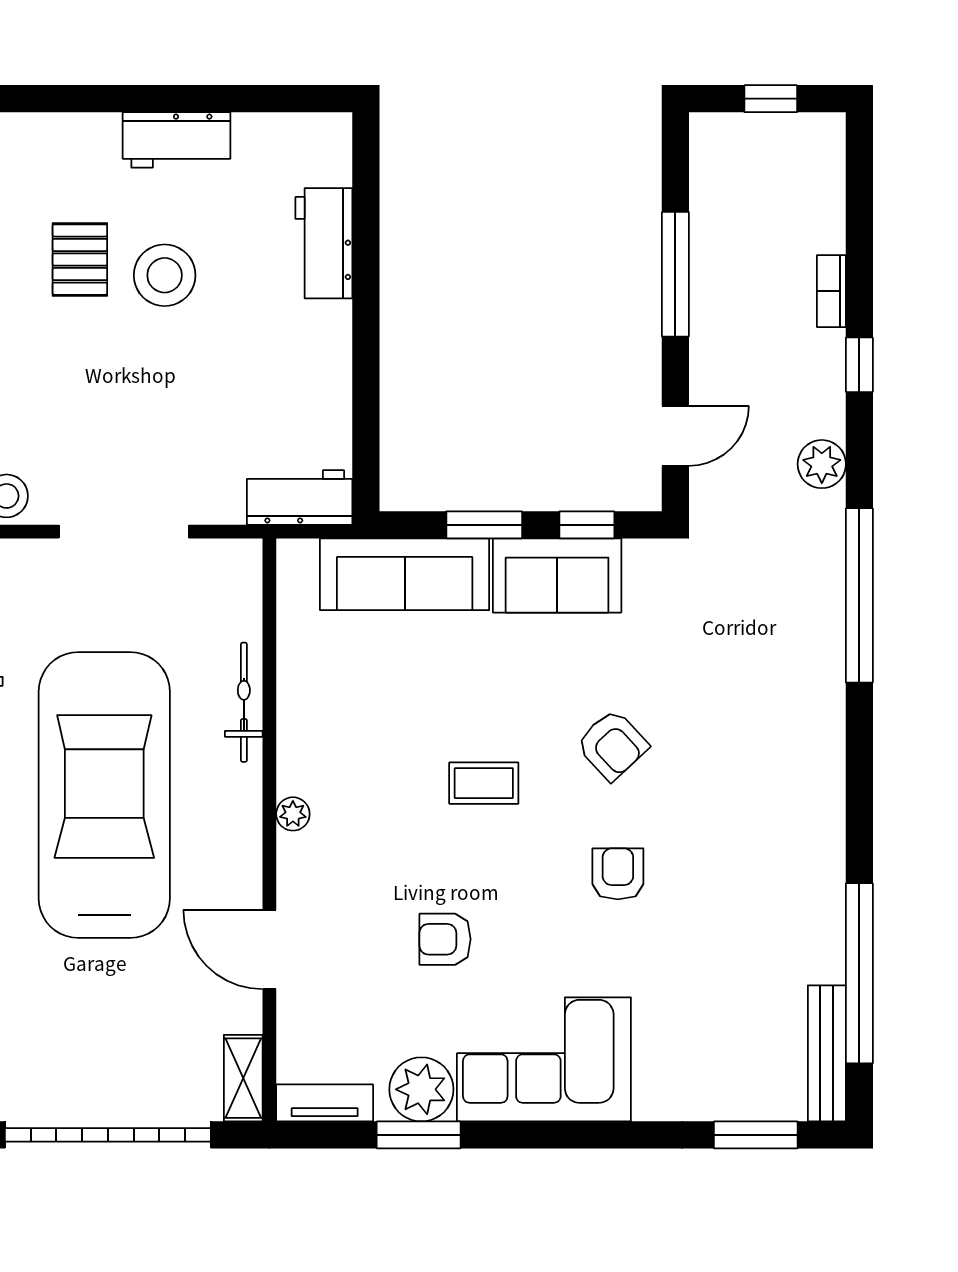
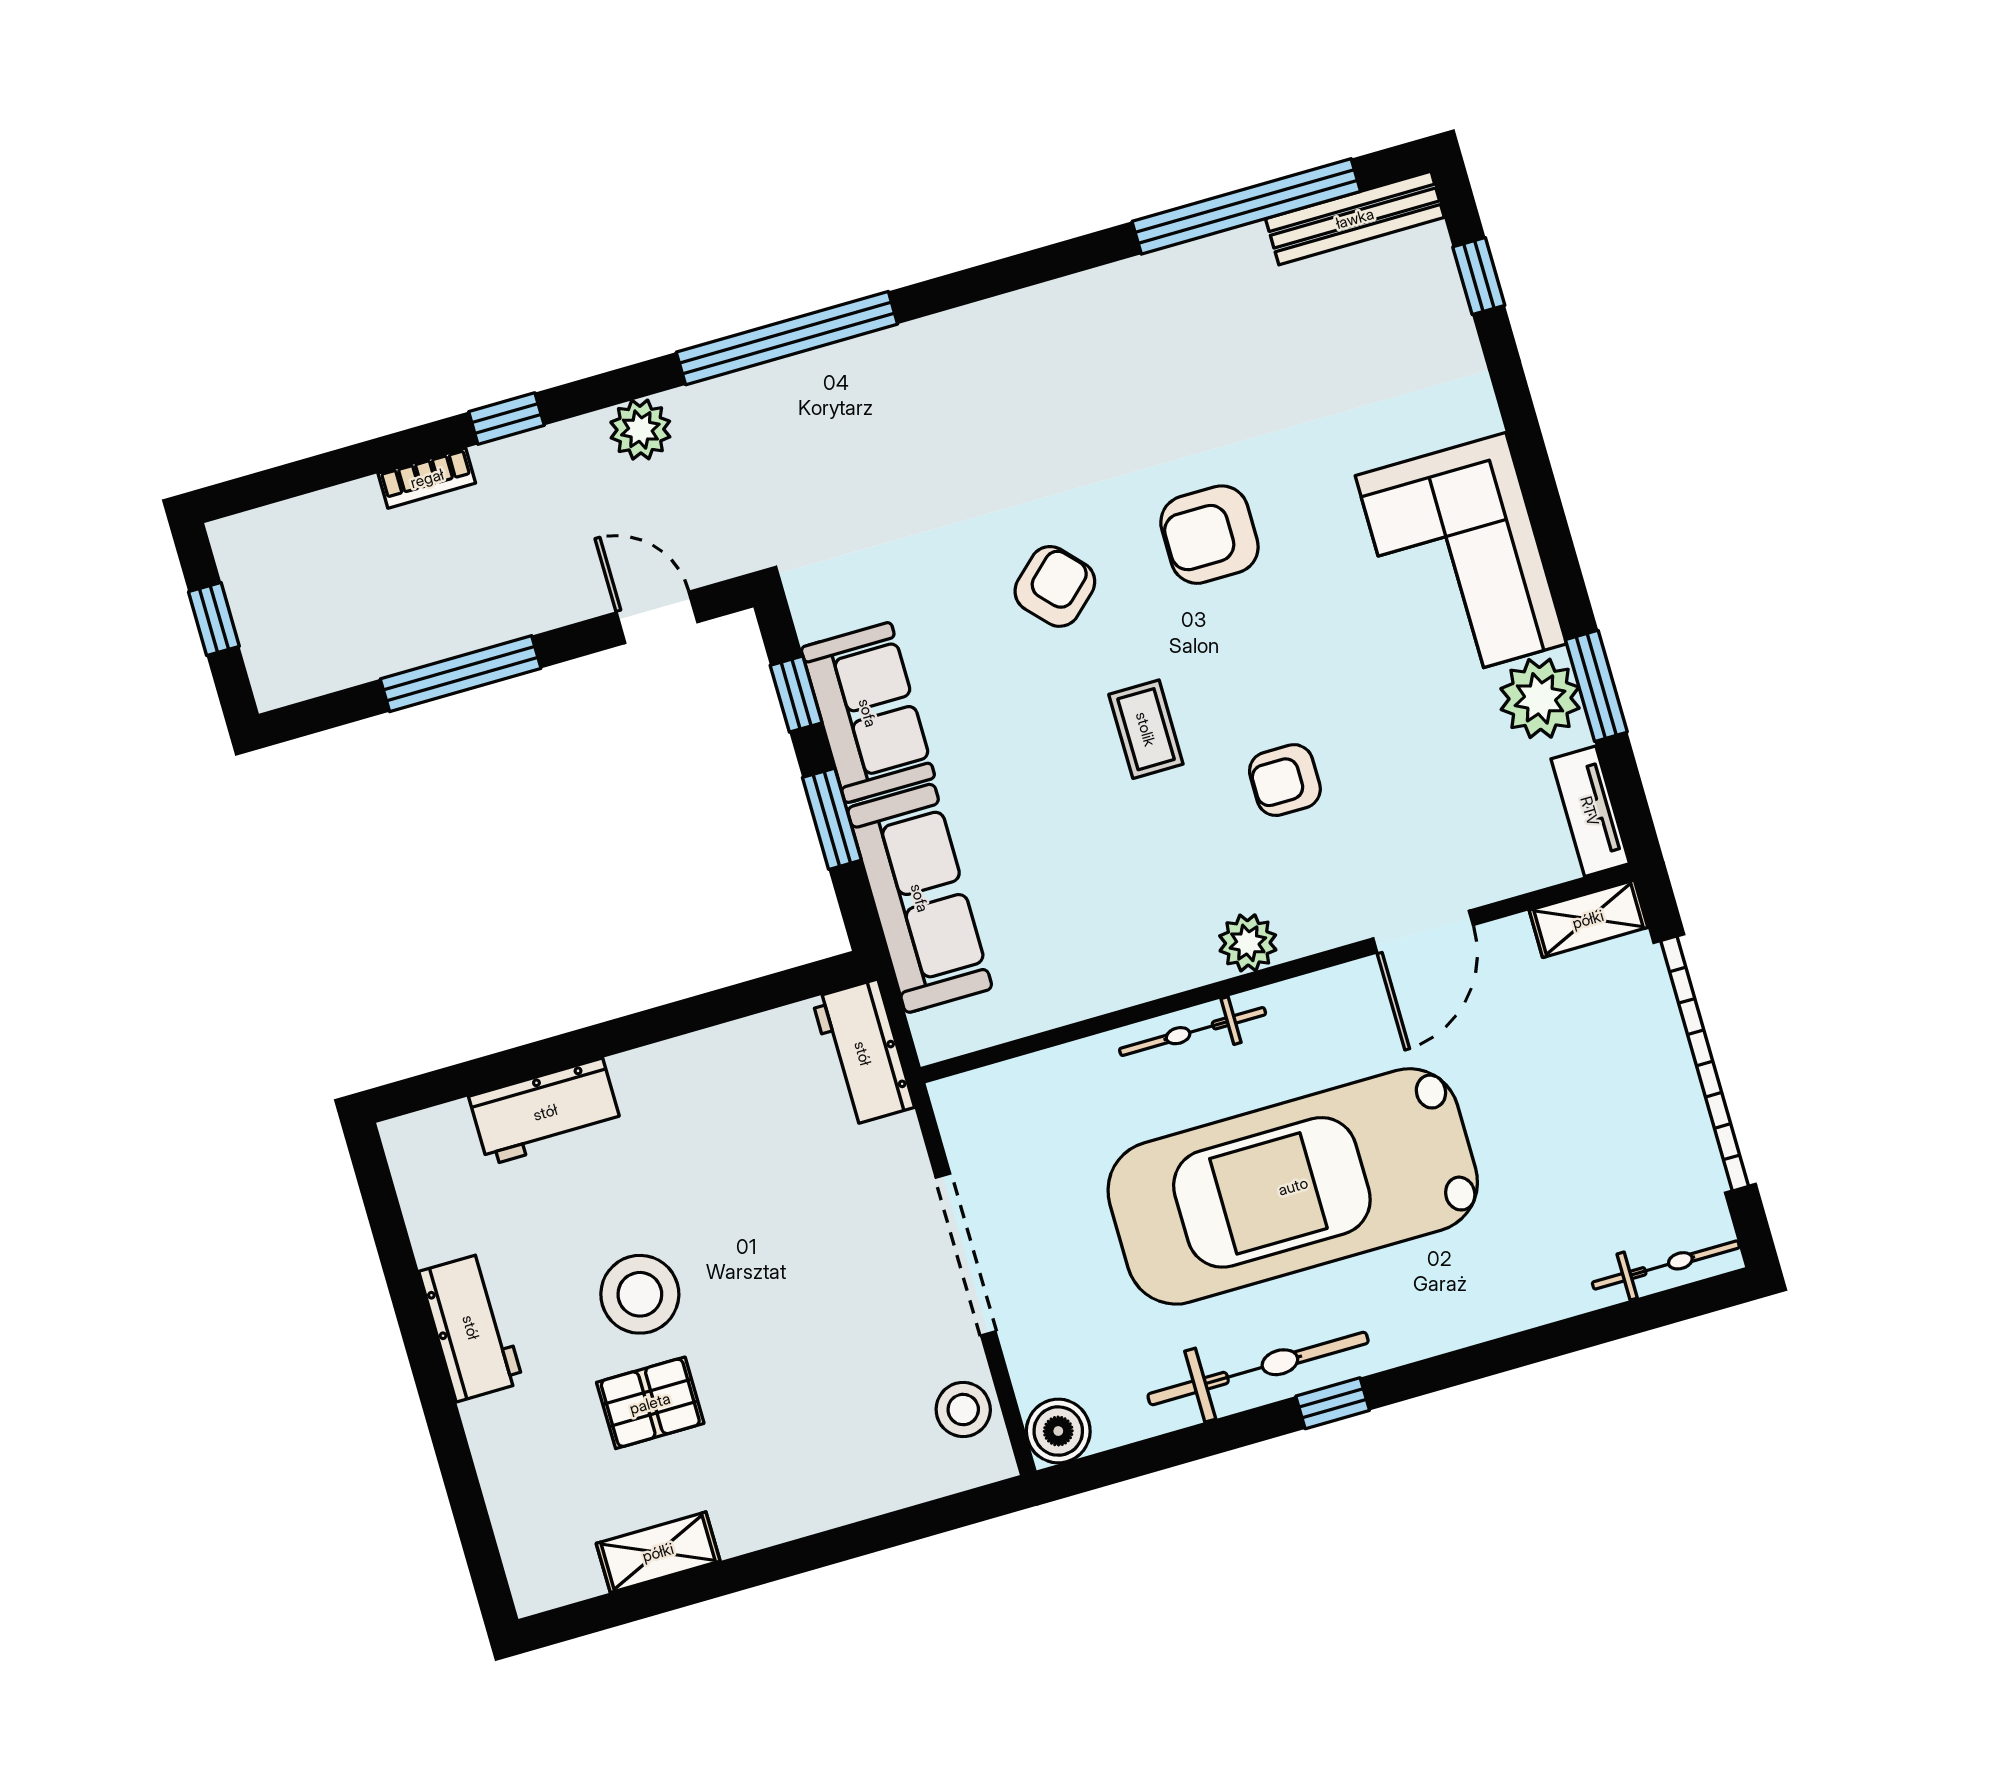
bicycle: (244, 702) -> (1193, 1032), moved
plant: (293, 814) -> (1248, 943), width x1.38, depth x1.38
armchair: (618, 874) -> (1209, 535), width x1.38, depth x1.38
armchair: (445, 939) -> (1285, 780), moved, turned 90
window: (756, 1135) -> (1479, 276), width x0.67

